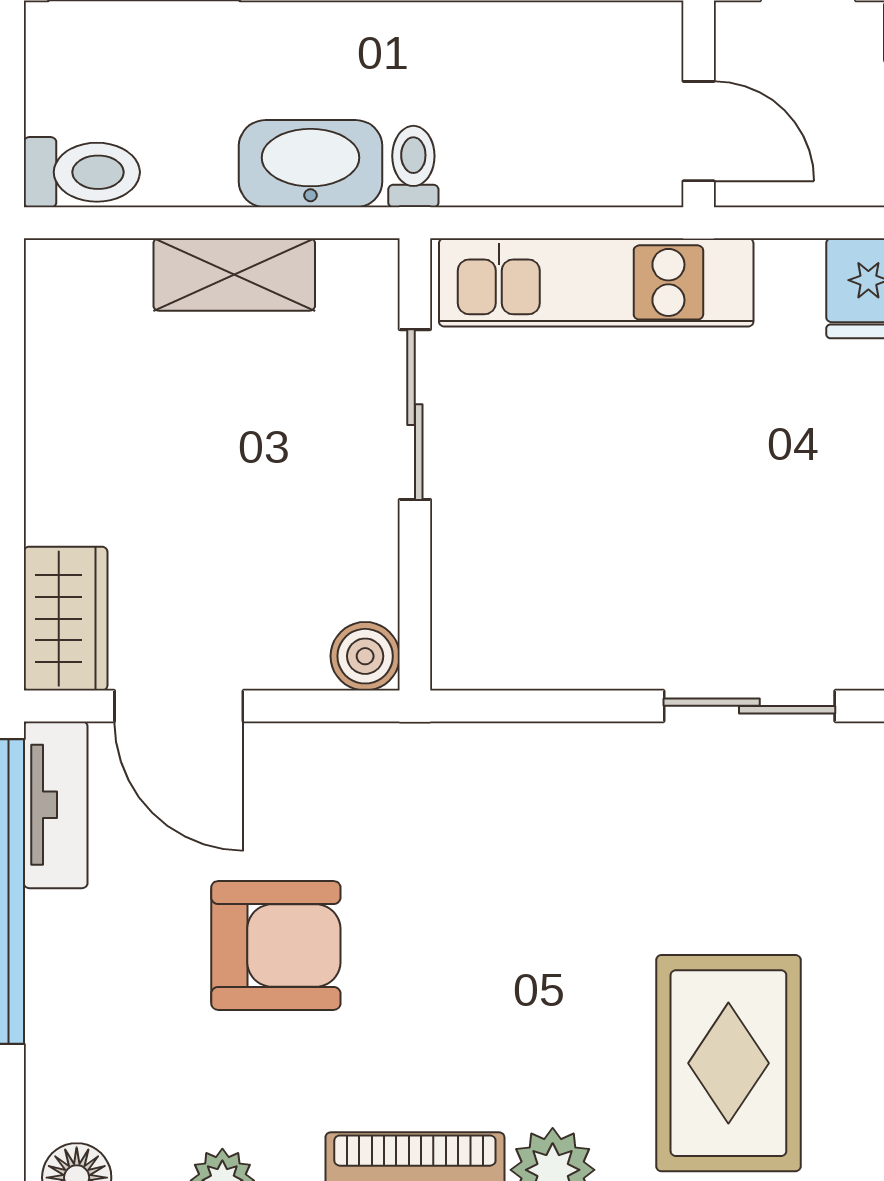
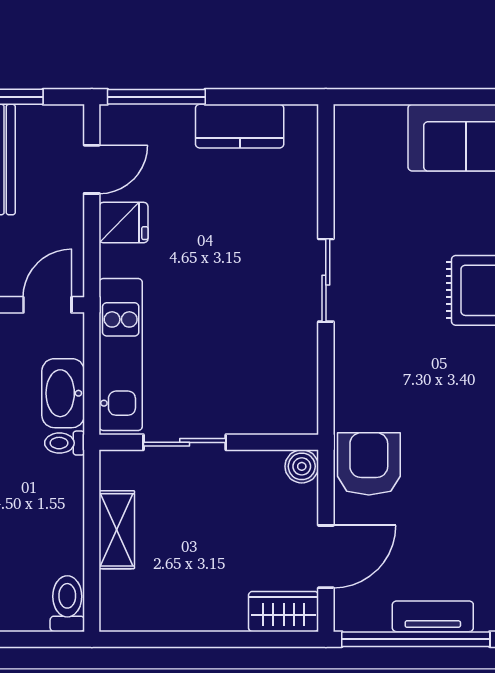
washbasin: (311, 164) -> (63, 393), moved
tv unit: (56, 805) -> (433, 616), moved
armchair: (276, 945) -> (369, 464), moved

